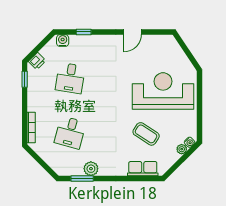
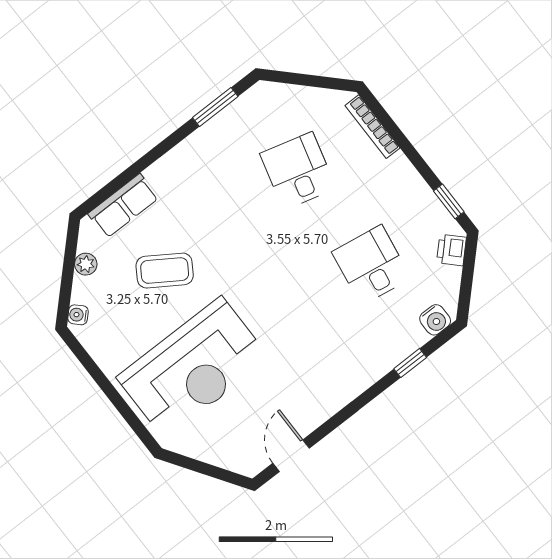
door: (133, 32) -> (291, 456), moved
plant: (182, 149) -> (86, 264), moved
plant: (91, 169) -> (213, 136), removed

